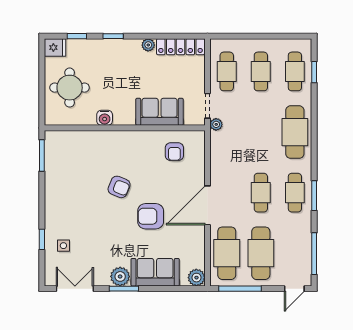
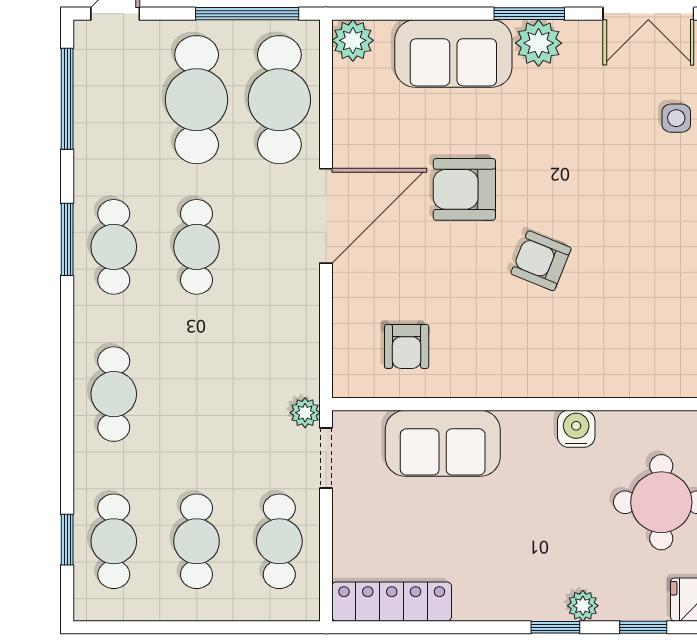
plant: (148, 45) -> (583, 606), moved
cafe table: (295, 132) -> (114, 394), width x0.73, depth x0.74
armchair: (174, 152) -> (407, 346), turned 180
armchair: (151, 216) -> (464, 189), turned 180

